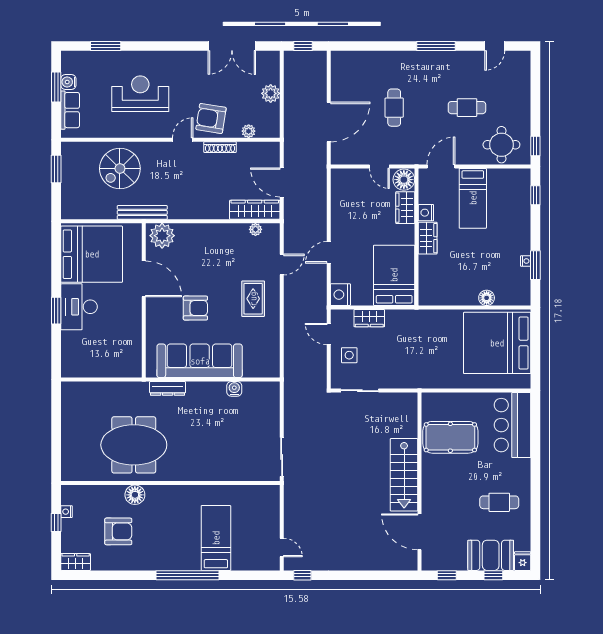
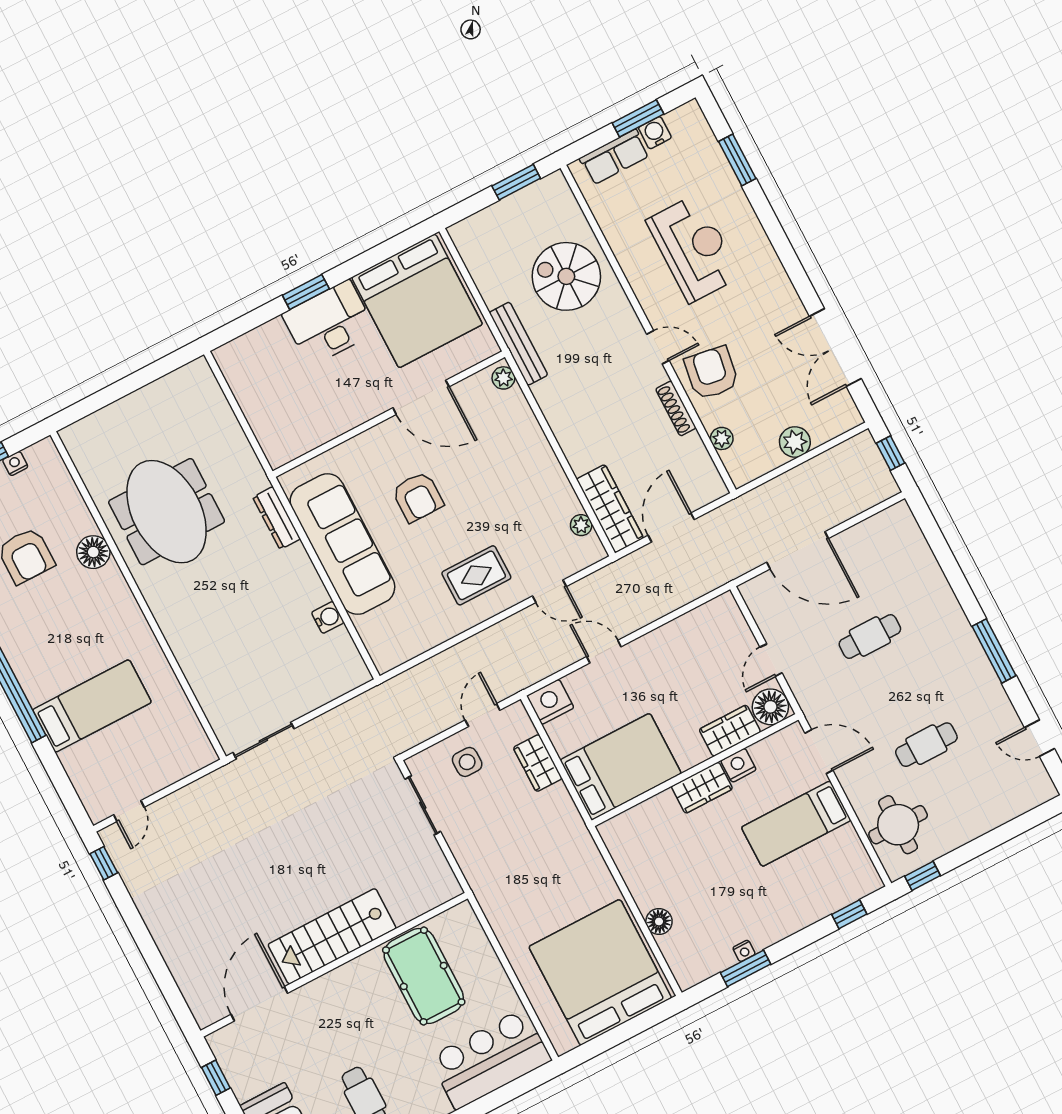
cafe table: (467, 108) -> (926, 745), turned 90
plant: (162, 236) -> (503, 378), width x0.53, depth x0.53
door: (144, 279) -> (421, 397), hinge flipped

